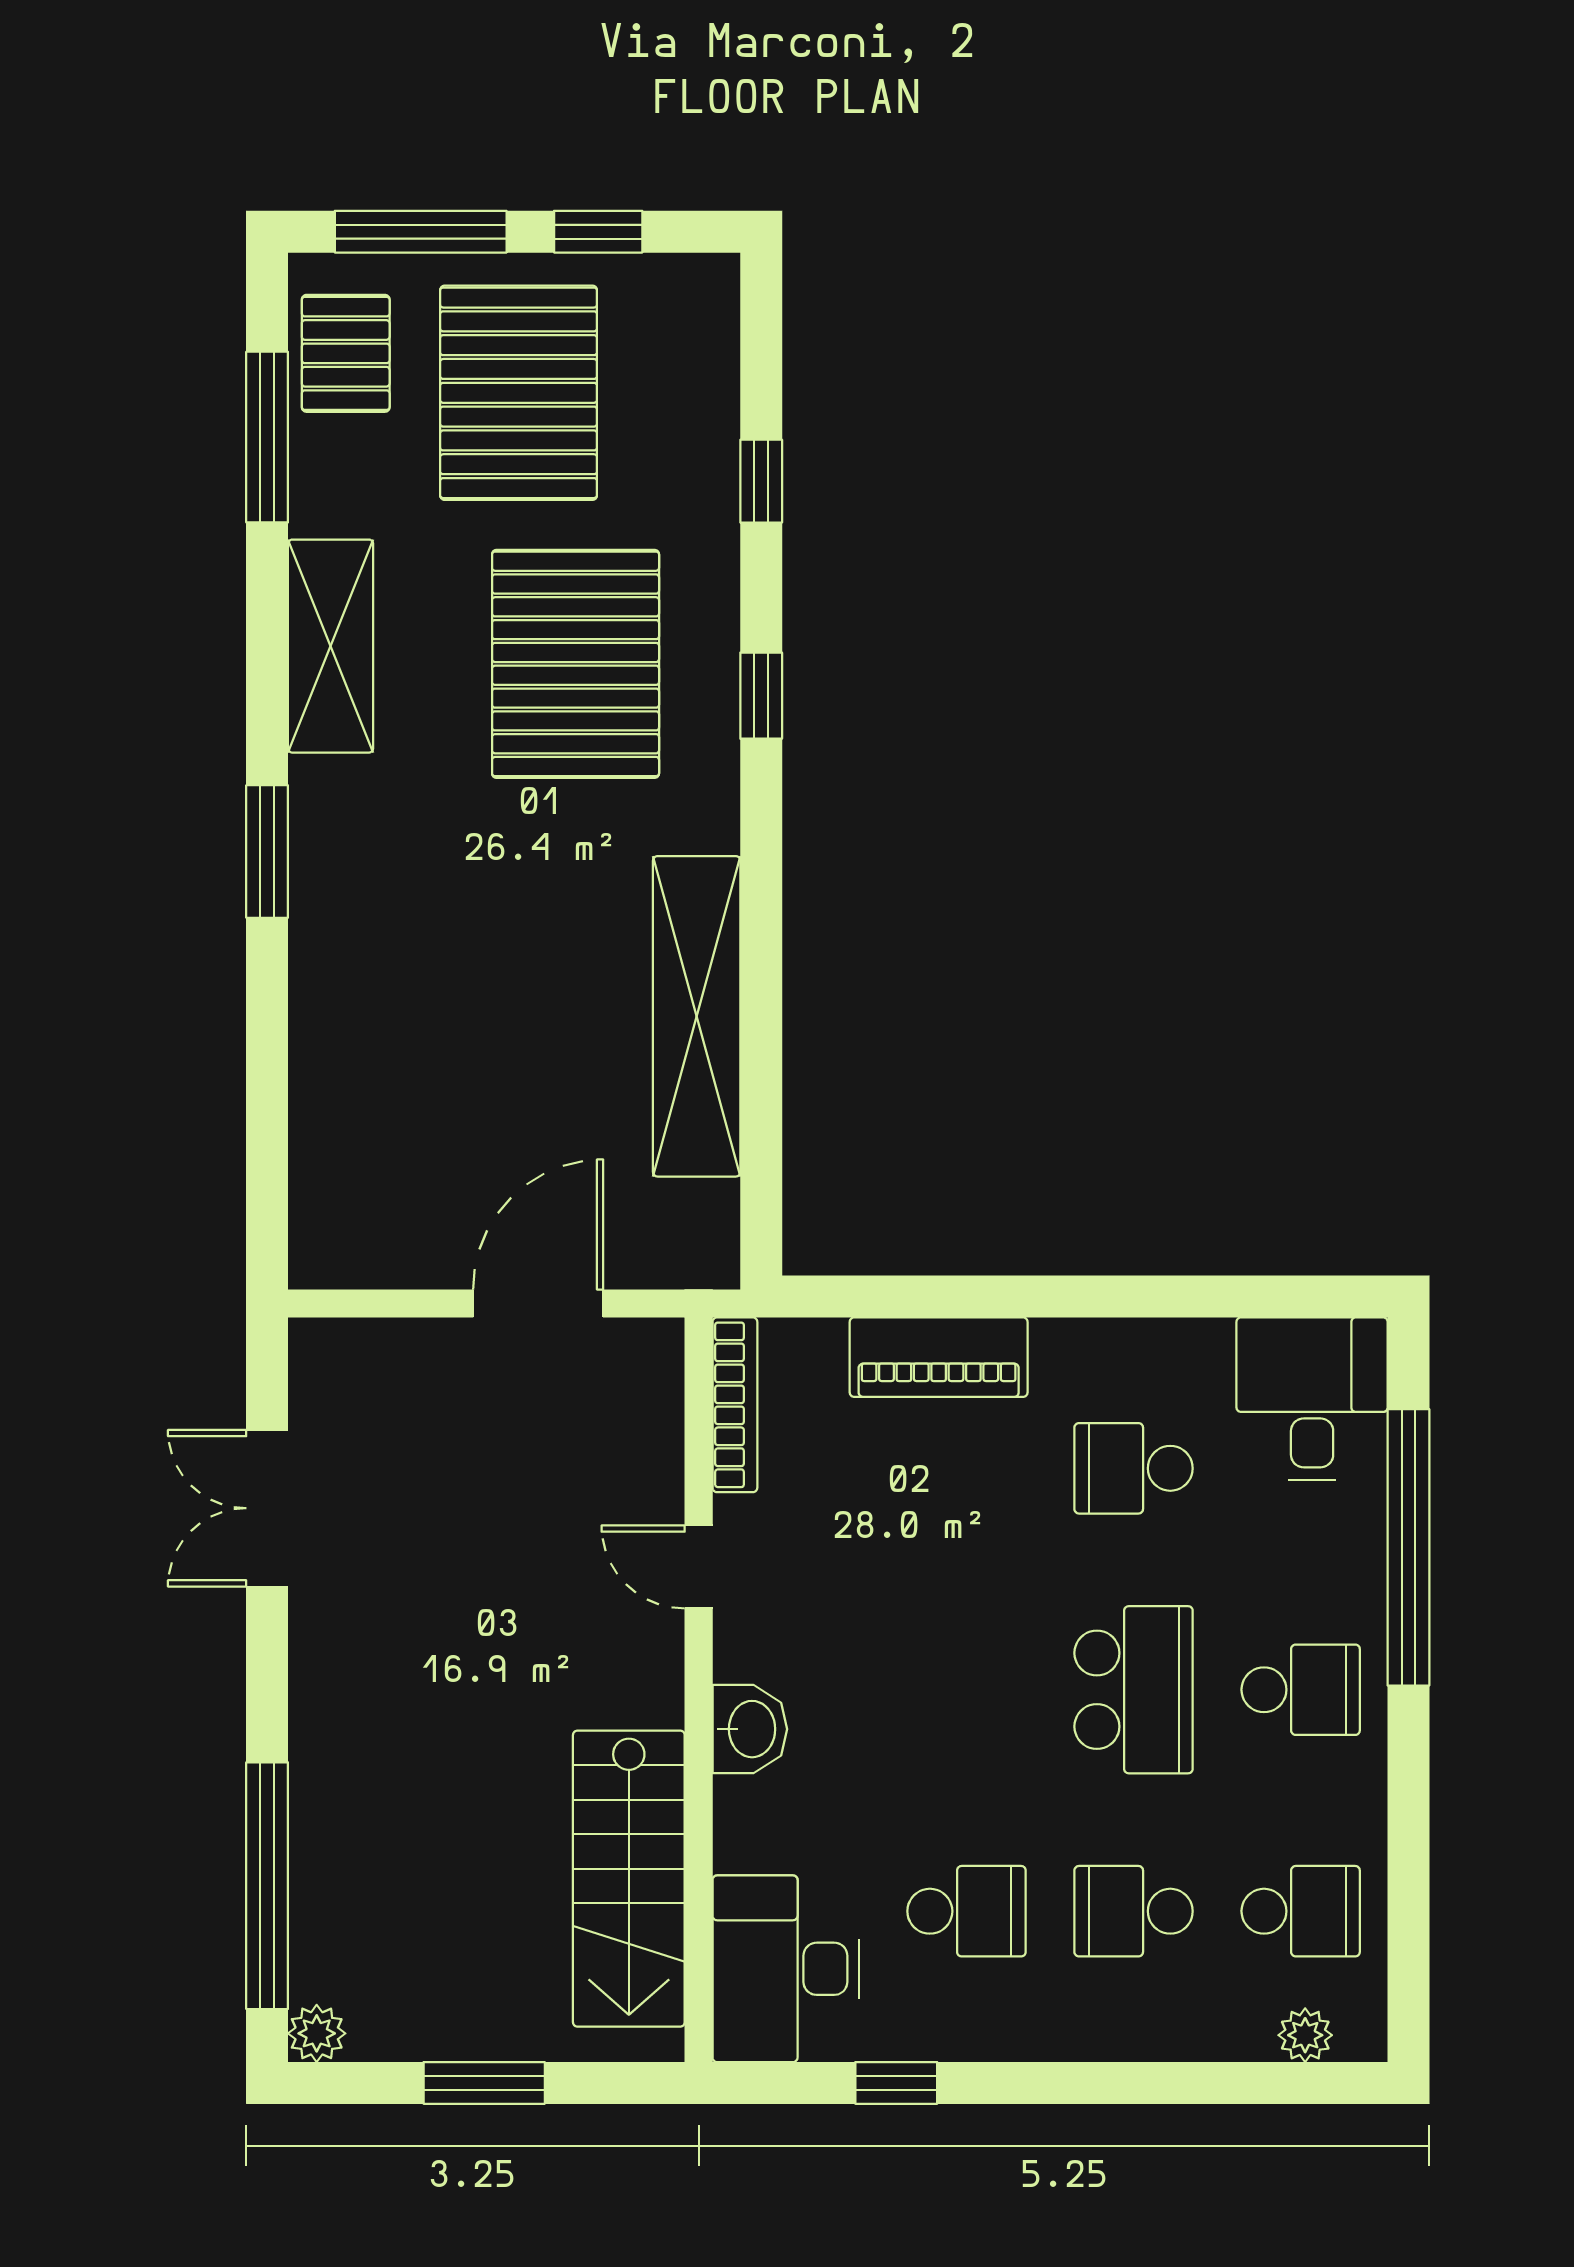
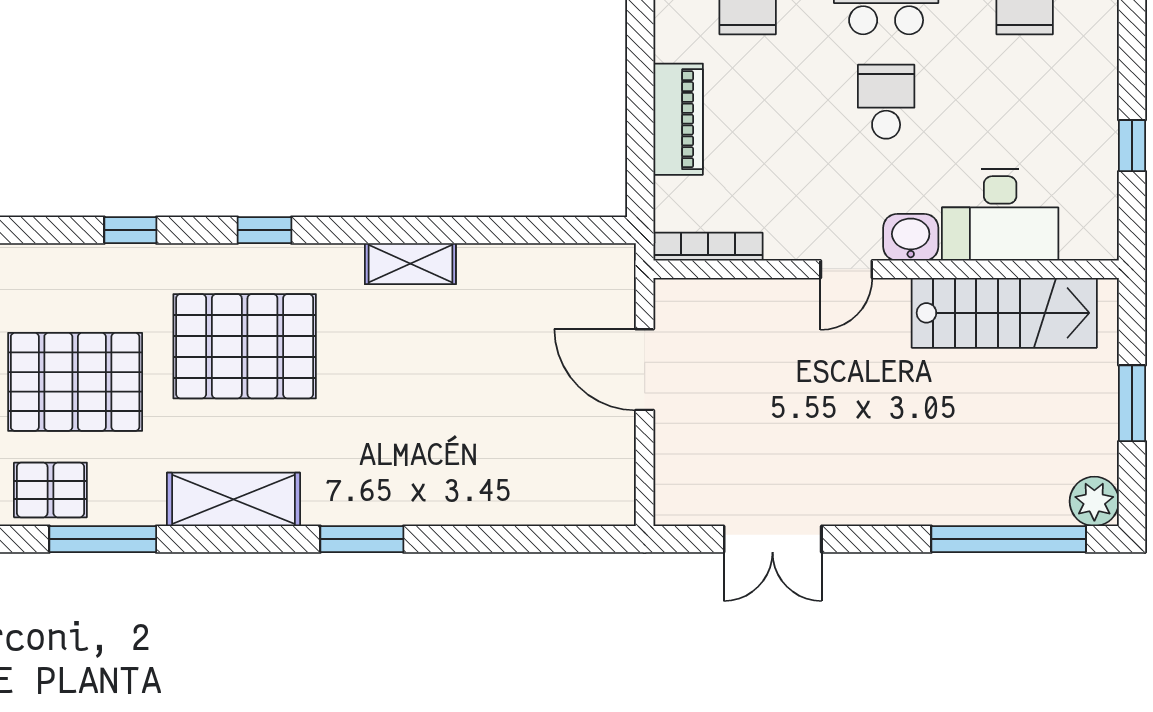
shelving: (697, 1016) -> (410, 264), width x0.45, depth x0.75
door: (699, 1567) -> (846, 269), moved
school desk: (967, 1911) -> (886, 102), moved
desk: (786, 1969) -> (1000, 215), moved
plant: (317, 2033) -> (1094, 501), width x1.38, depth x1.38

